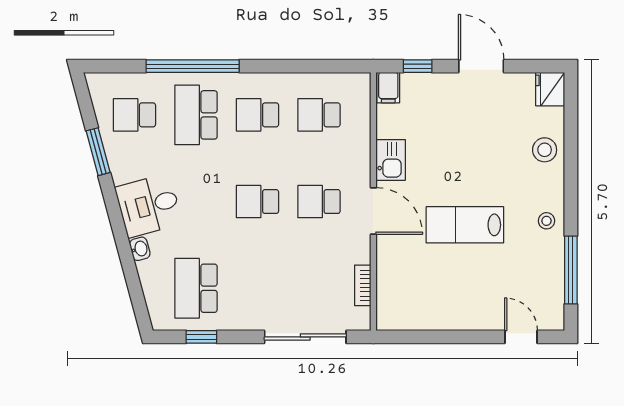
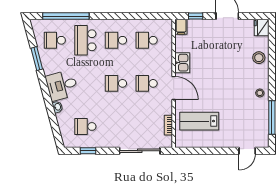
window: (193, 66) -> (66, 16), moved
lab bench: (465, 225) -> (199, 121), moved
school desk: (196, 288) -> (85, 126), width x0.54
door: (521, 337) -> (247, 151), swing flipped

